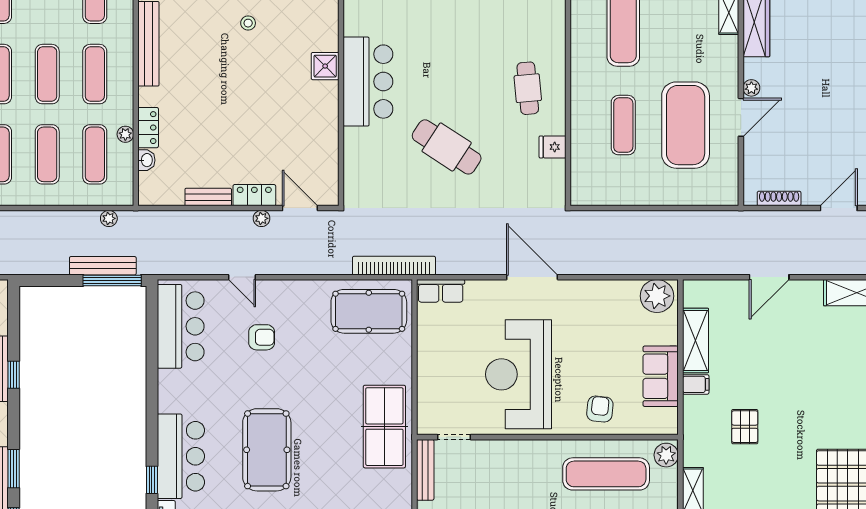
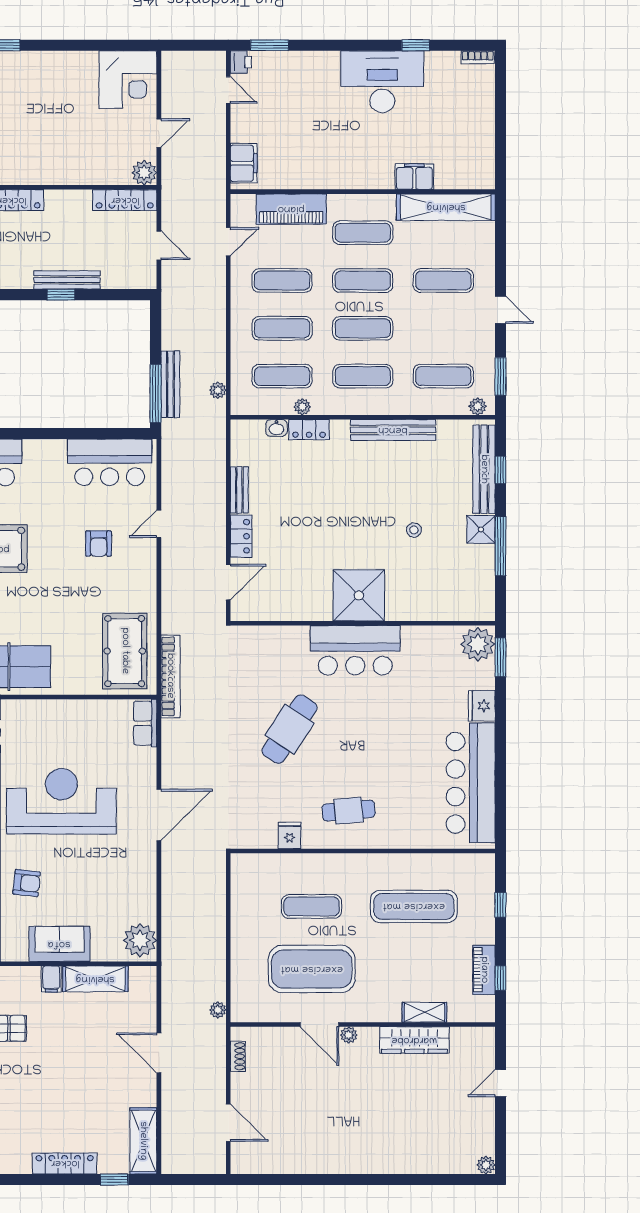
shower: (325, 66) -> (359, 595), width x1.86, depth x1.86
shoe rack: (779, 198) -> (238, 1056), width x0.70
plant: (261, 218) -> (218, 1010), moved

